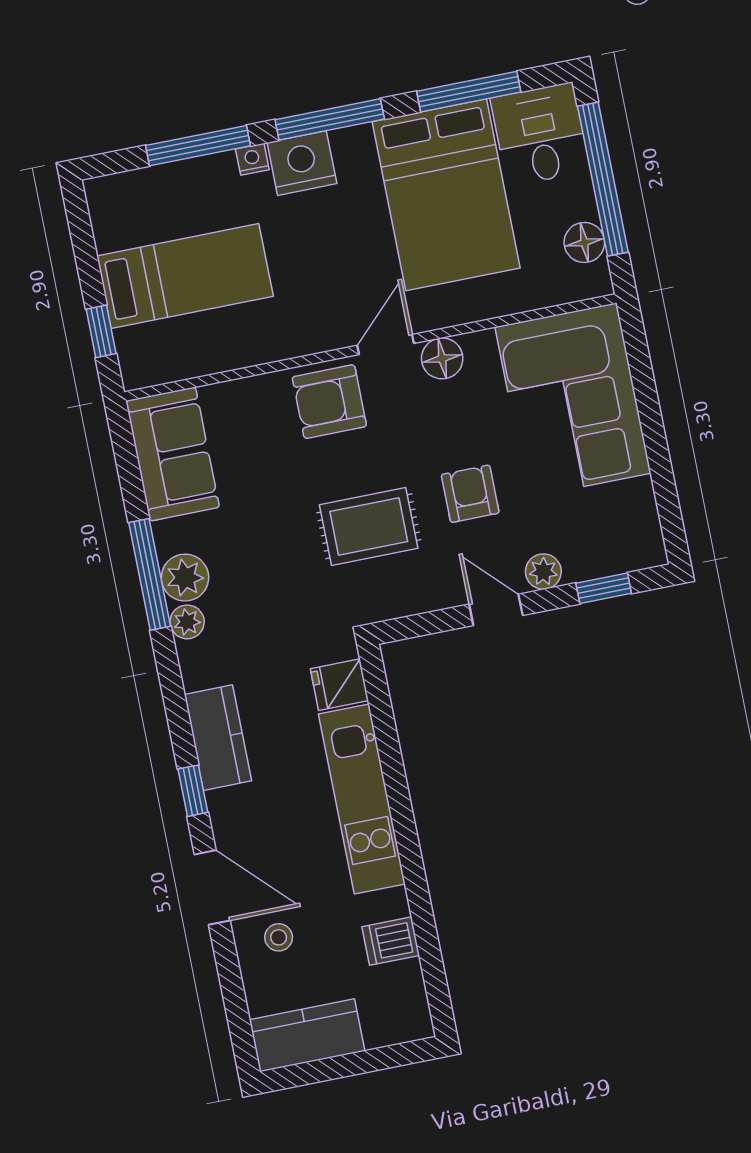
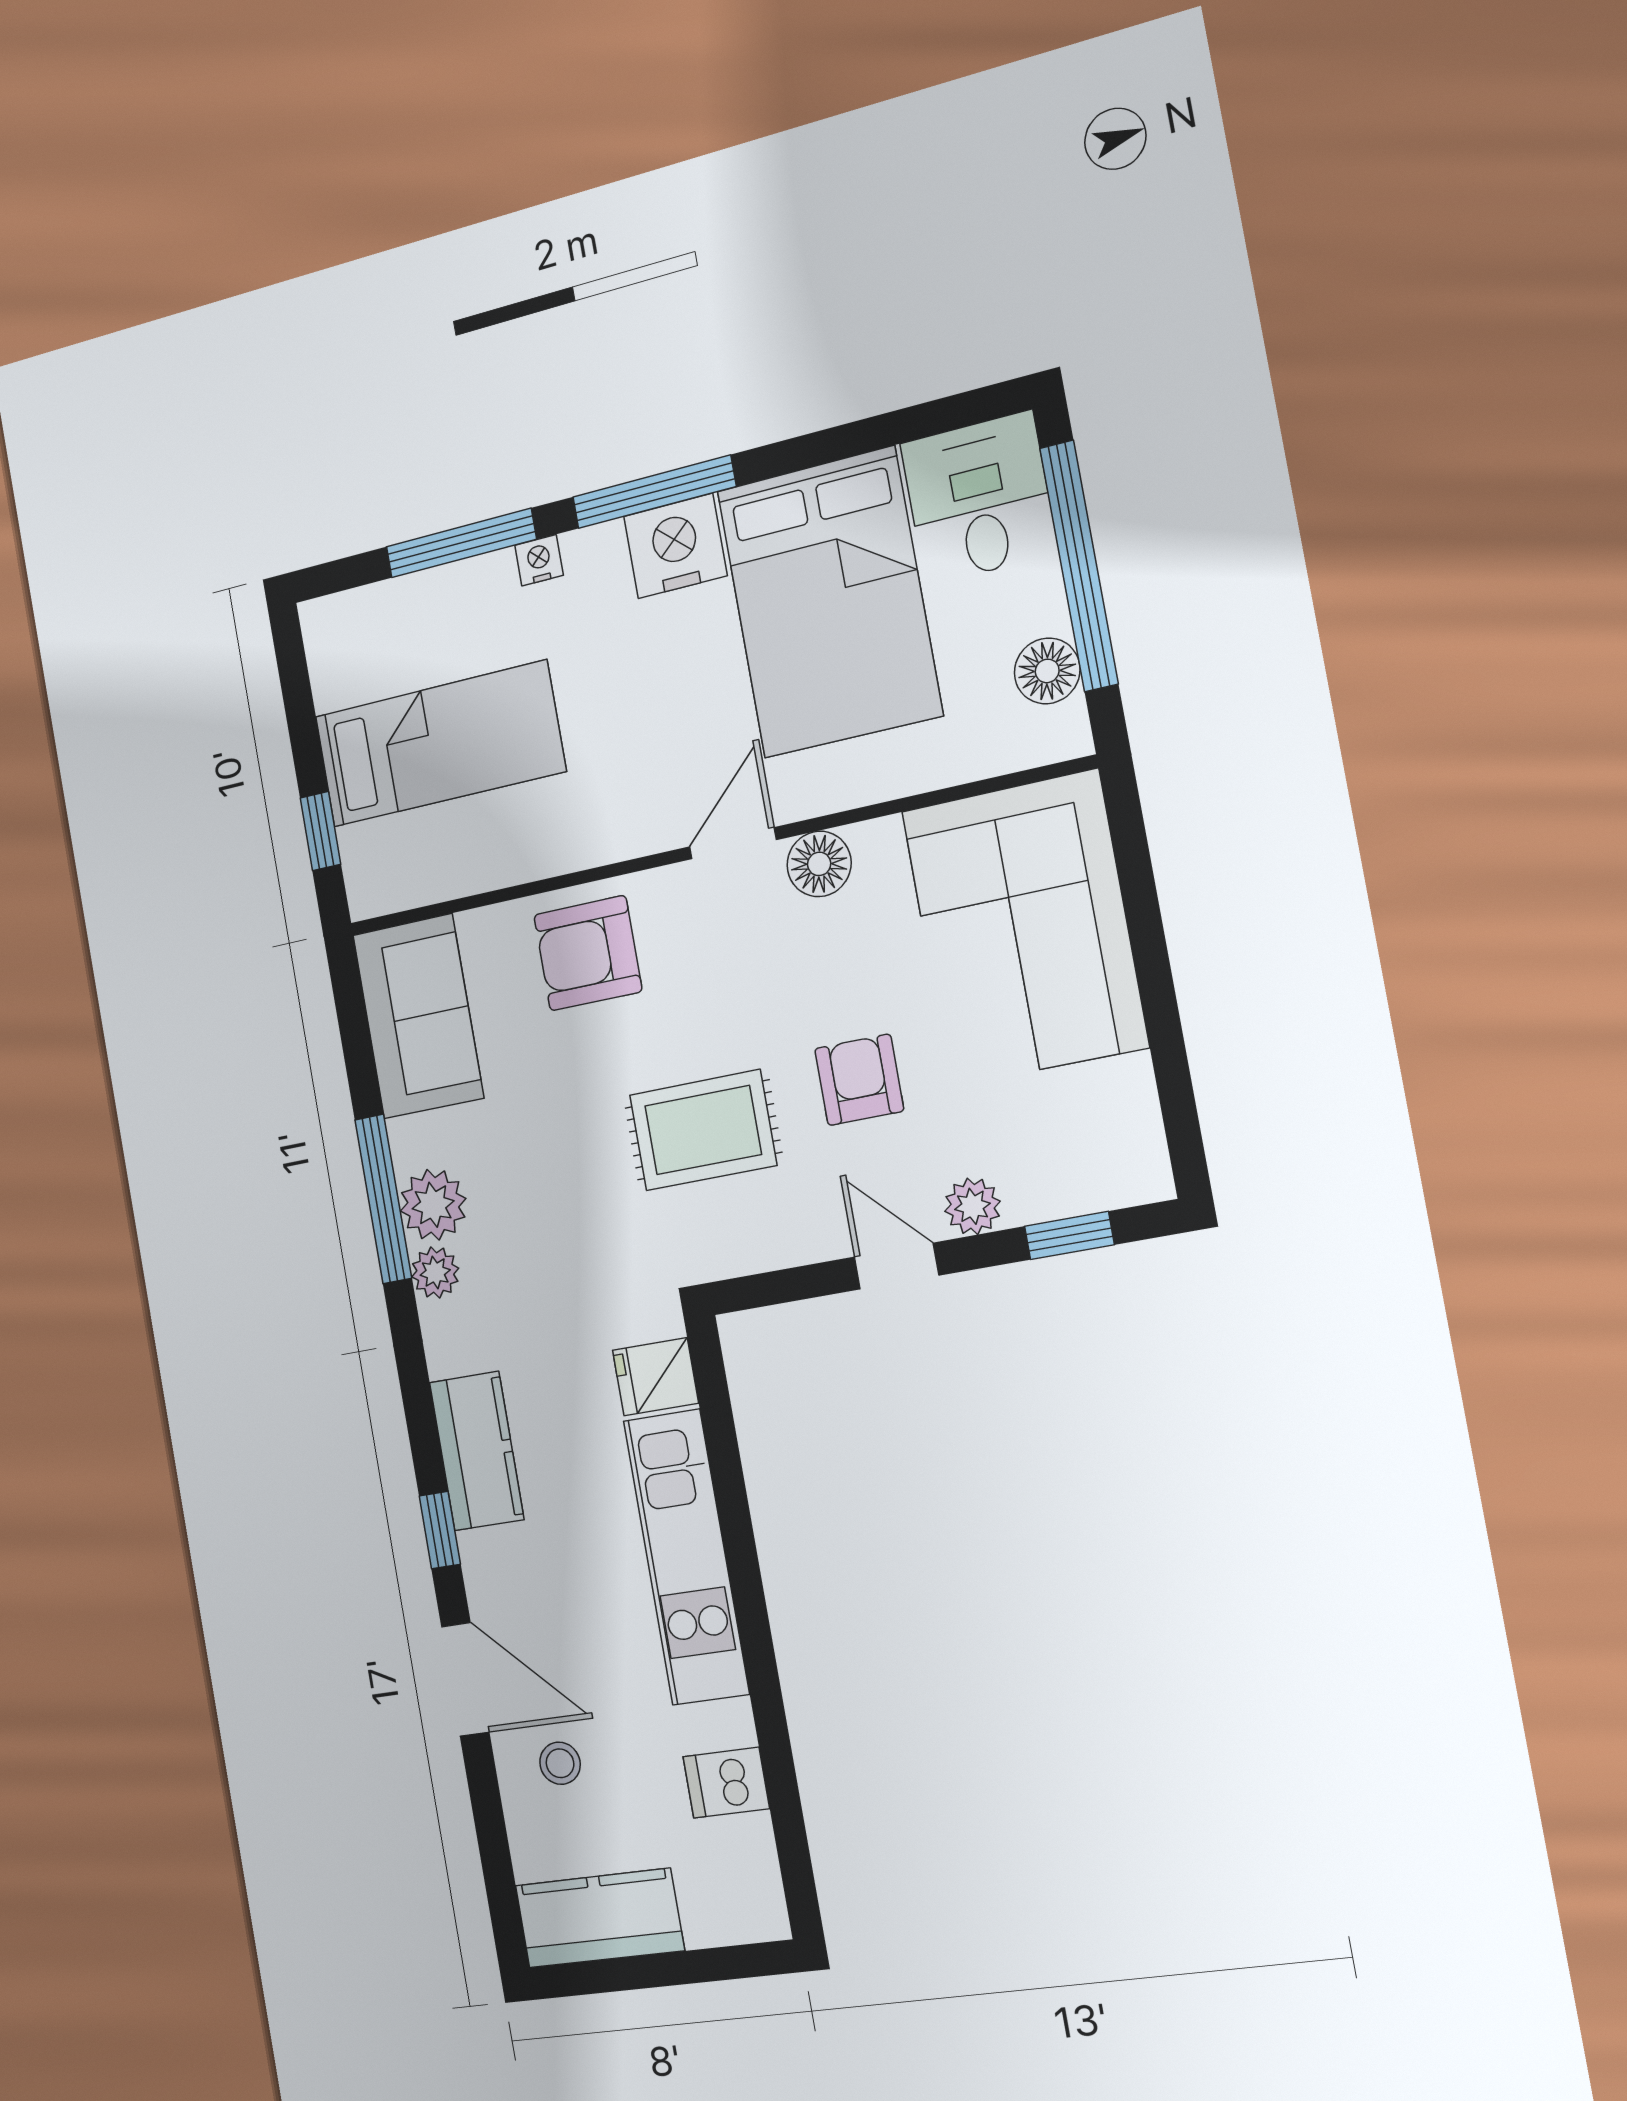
window: (469, 92) -> (867, 435), removed
nightstand: (302, 163) -> (675, 546), moved
armchair: (329, 402) -> (588, 953), moved

